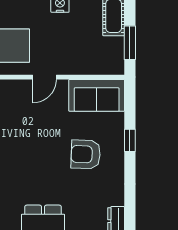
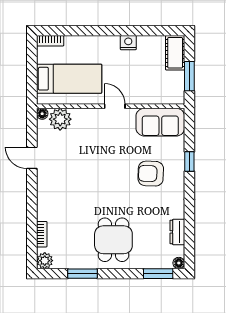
door: (44, 77) -> (115, 106), swing flipped

